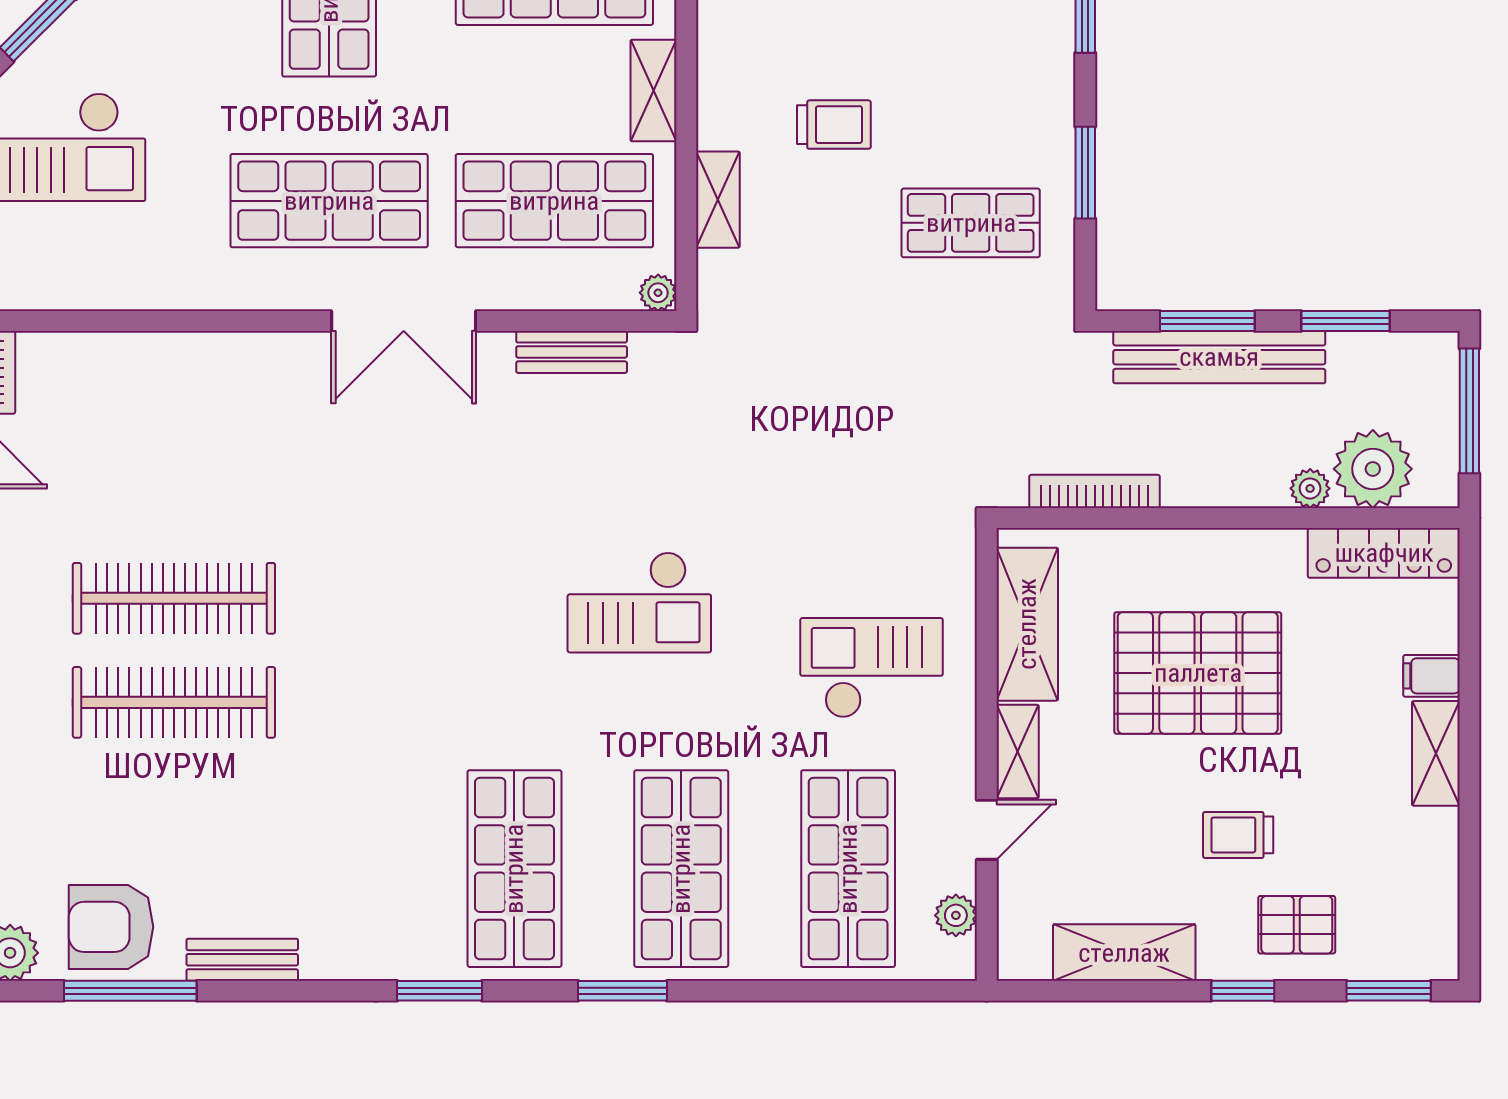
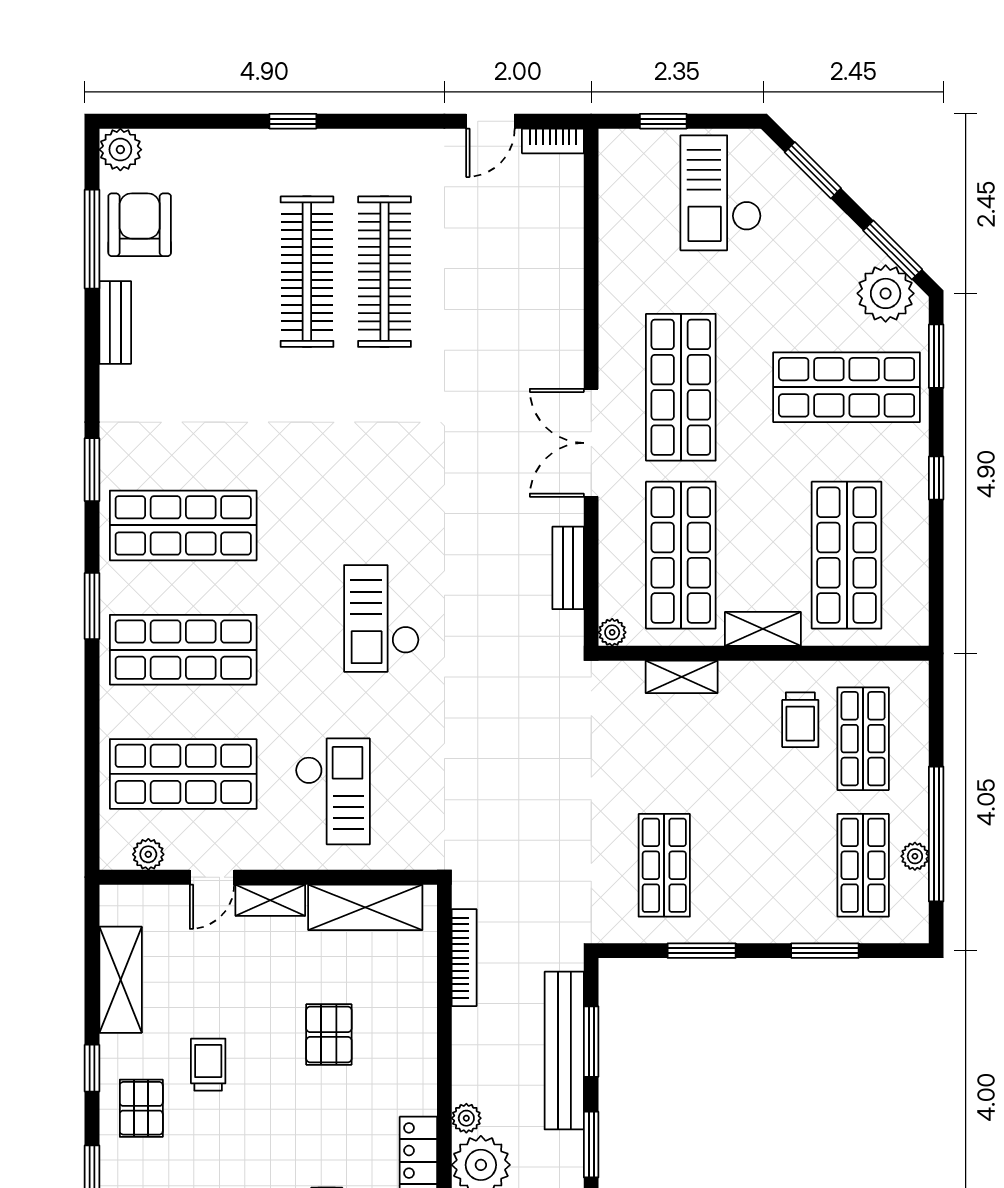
trolley: (834, 125) -> (800, 720), moved
pallet: (1198, 673) -> (329, 1034), width x0.49, depth x0.50
door: (987, 830) -> (212, 877), hinge flipped

